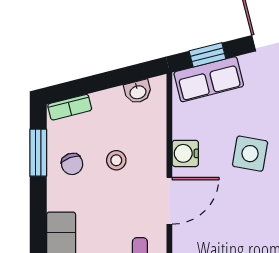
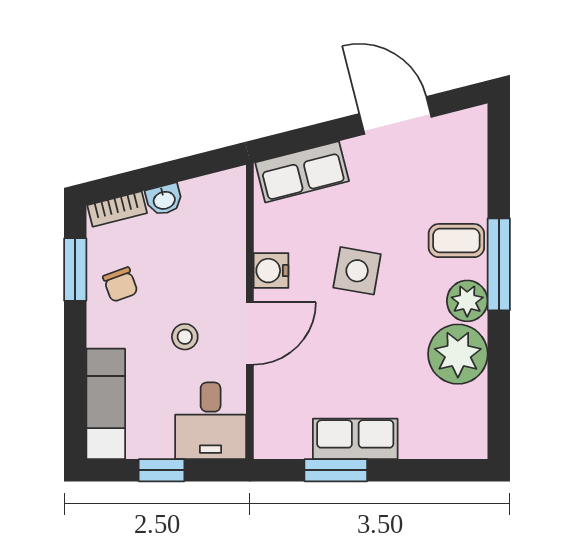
window: (207, 55) -> (300, 139), removed
washbasin: (138, 92) -> (164, 200), moved
stool: (116, 160) -> (185, 337), moved

